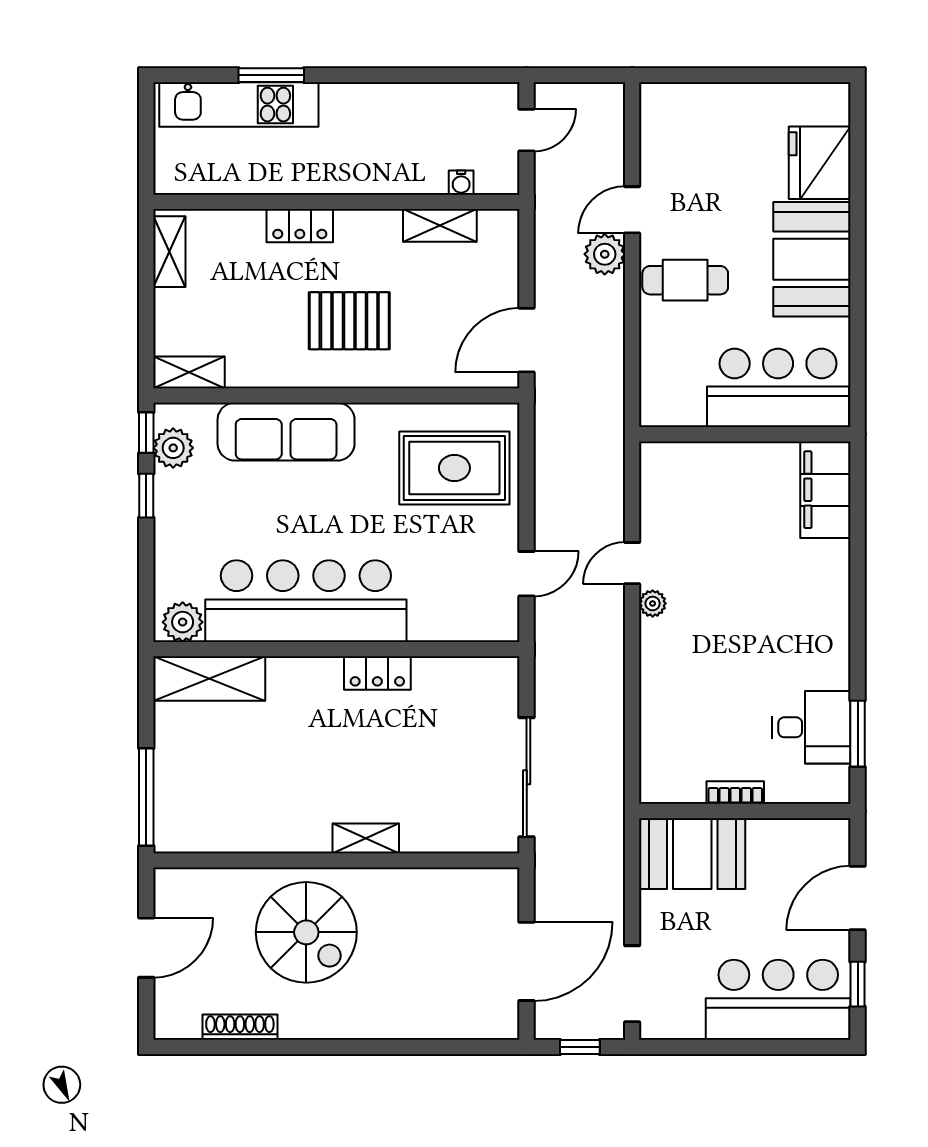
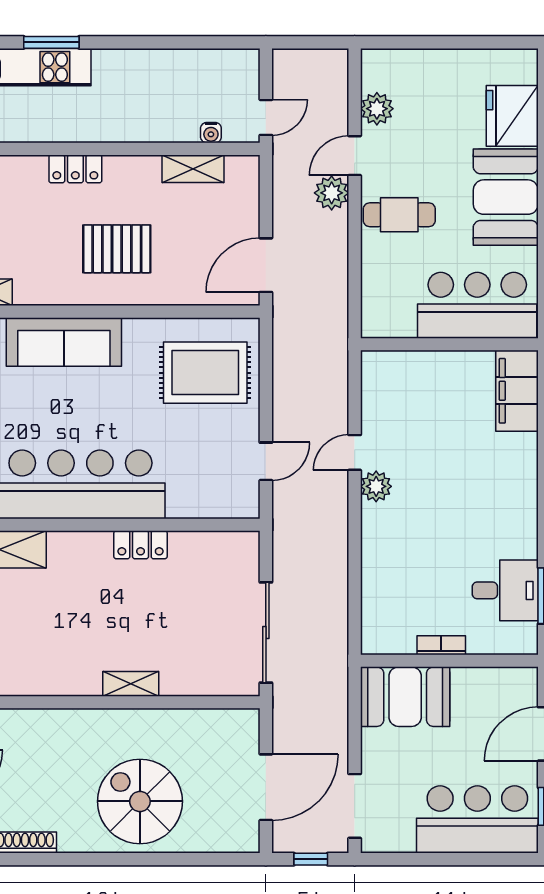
door: (527, 130) -> (266, 117), moved
plant: (659, 154) -> (377, 109), added
plant: (653, 603) -> (376, 486), width x1.38, depth x1.38
spiral stairs: (306, 932) -> (140, 801), moved, turned 180

